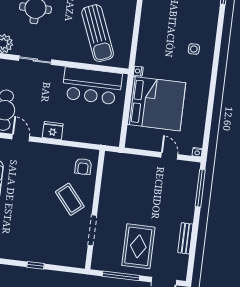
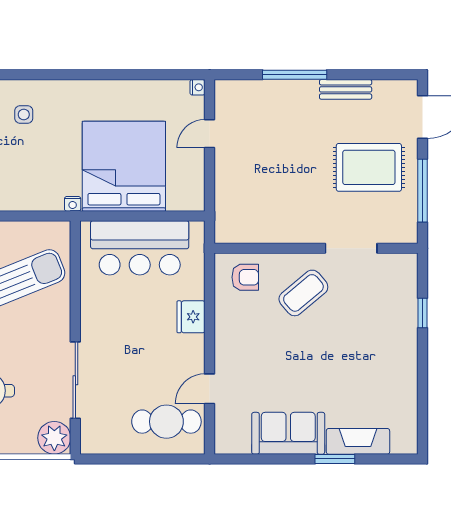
sliding door: (35, 60) -> (75, 380), width x1.37
bar counter: (92, 86) -> (140, 248), moved, turned 90
fridge: (53, 131) -> (191, 317), moved
window: (200, 188) -> (295, 75), moved
window: (36, 265) -> (422, 313), moved

